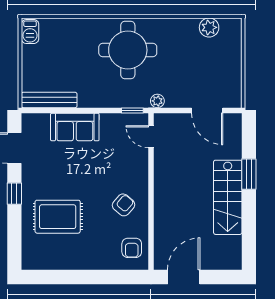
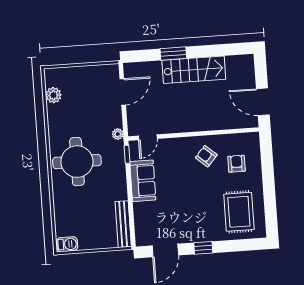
sofa: (75, 127) -> (143, 181), moved
rug: (58, 217) -> (239, 212), moved
armchair: (132, 248) -> (237, 164), moved, turned -90

